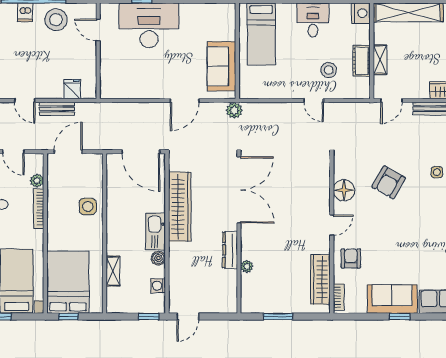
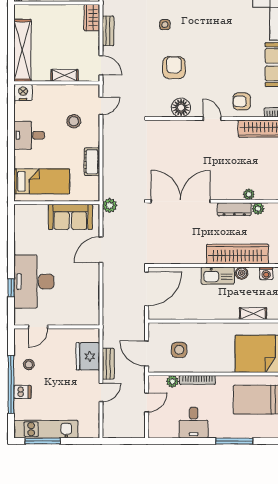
stool: (56, 20) -> (29, 364), width x0.53, depth x0.53
cot: (362, 61) -> (92, 162), moved, turned 90
fridge: (72, 89) -> (88, 356), width x1.88, depth x1.34
door: (185, 101) -> (101, 250), swing flipped
door: (314, 101) -> (101, 106), moved
armchair: (389, 182) -> (174, 68), turned -120
side table: (88, 206) -> (179, 350), moved
wardrobe: (180, 207) -> (237, 254), moved
plant: (231, 277) -> (258, 209), added

